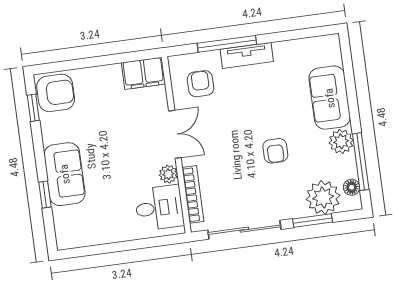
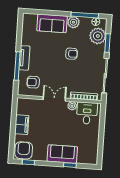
filing cabinet: (143, 73) -> (22, 125), moved

